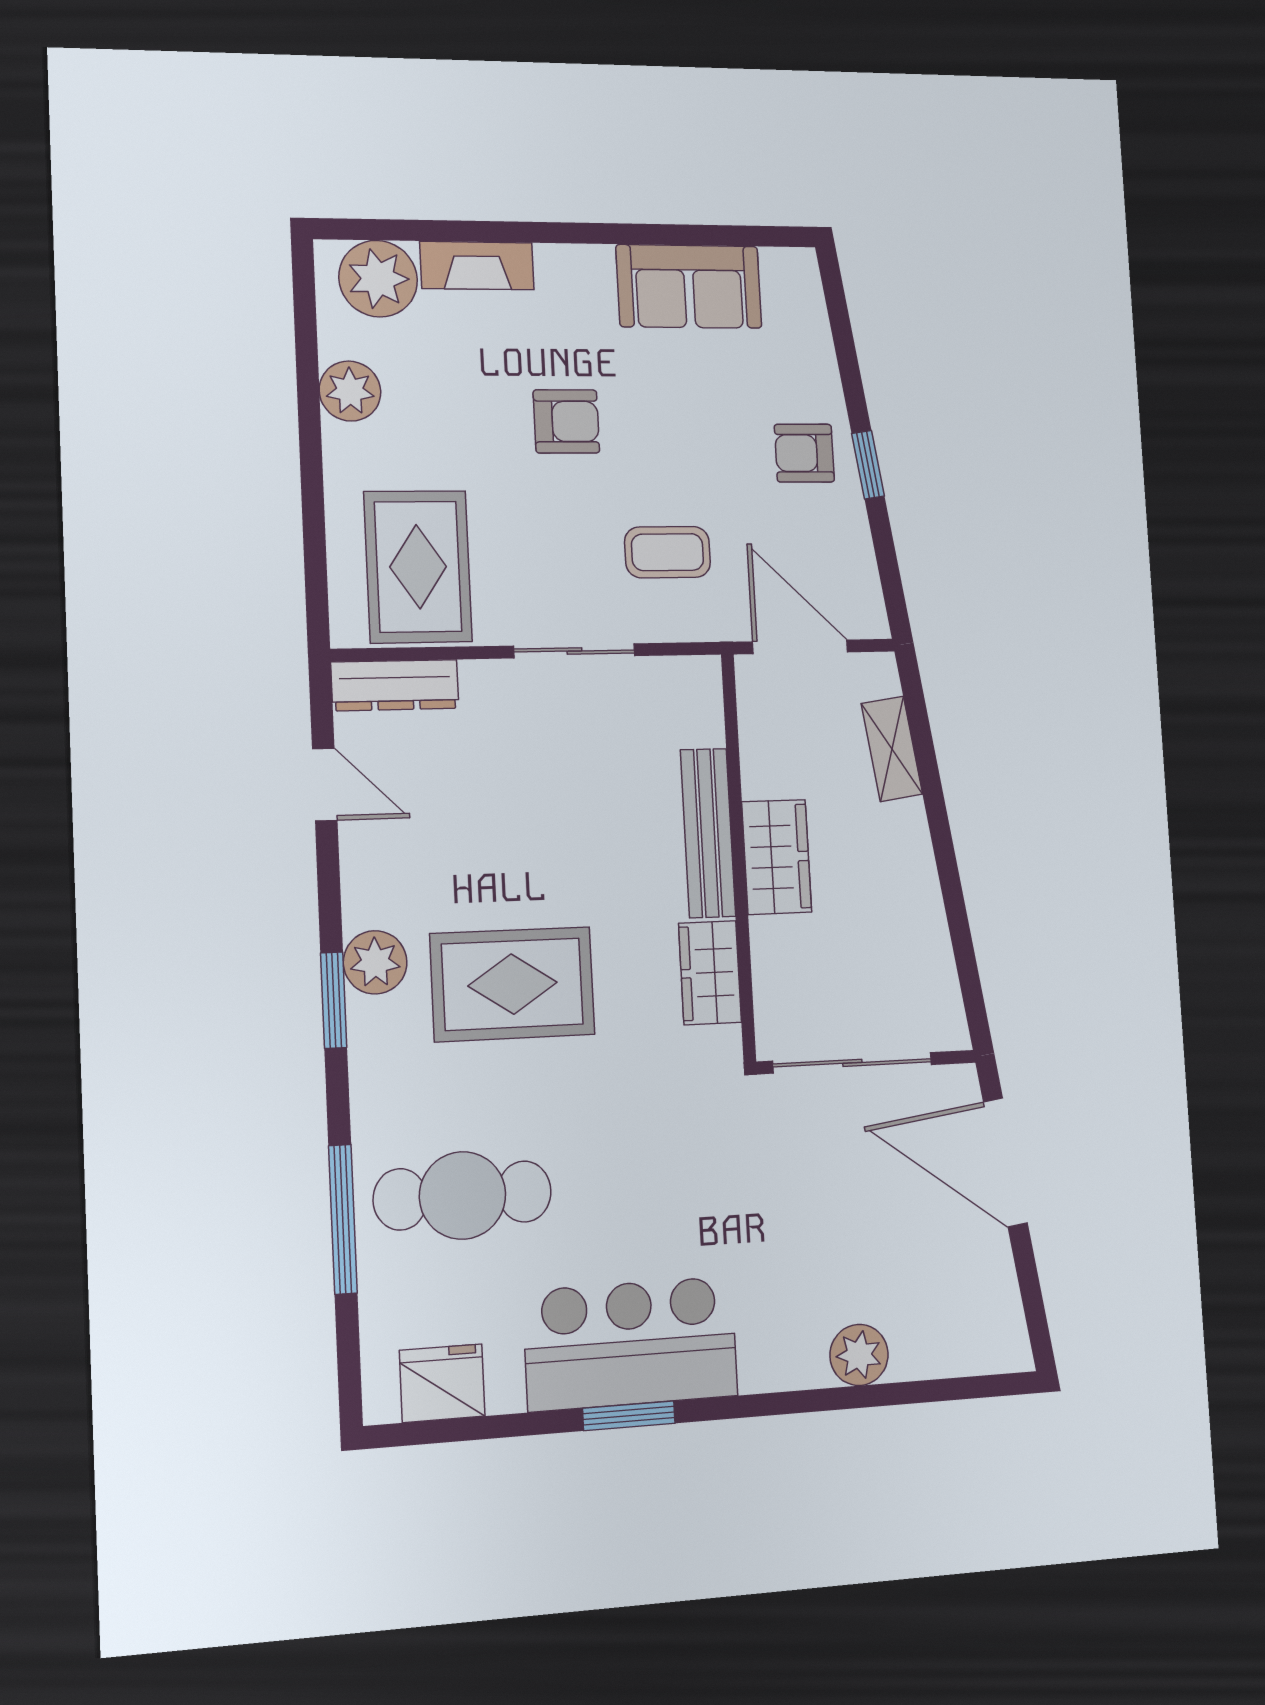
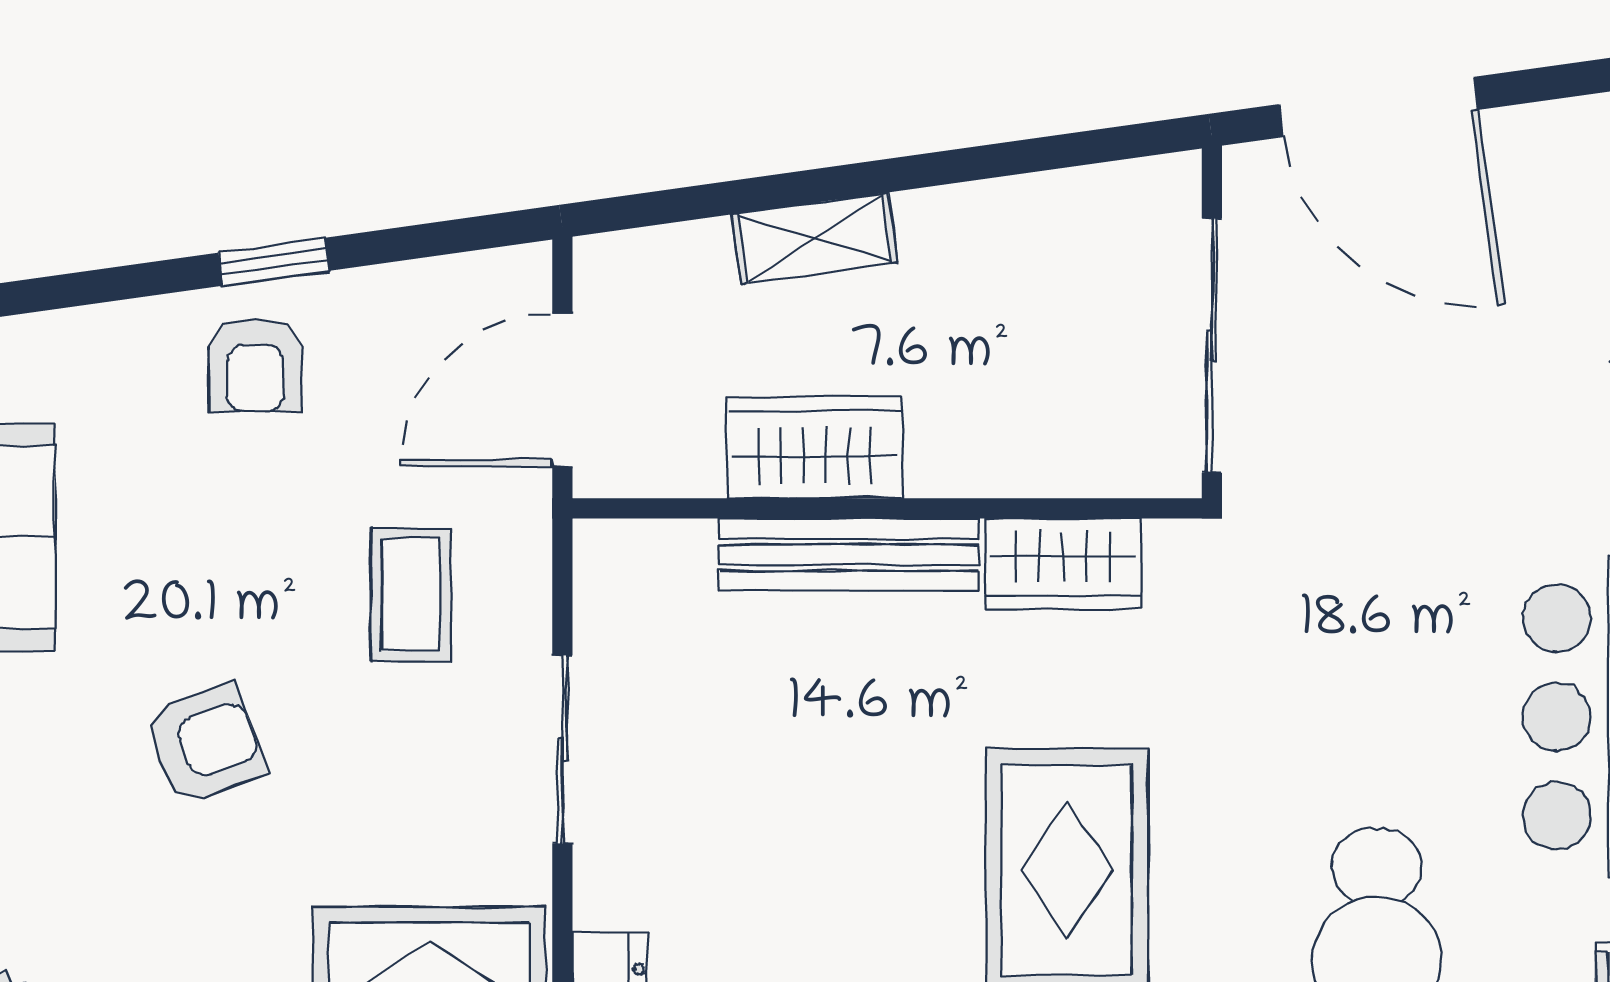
armchair: (566, 421) -> (205, 744), turned 70
shelving: (892, 749) -> (815, 238), moved
wardrobe: (777, 857) -> (815, 448), moved
door: (1005, 1162) -> (1379, 107), hinge flipped

